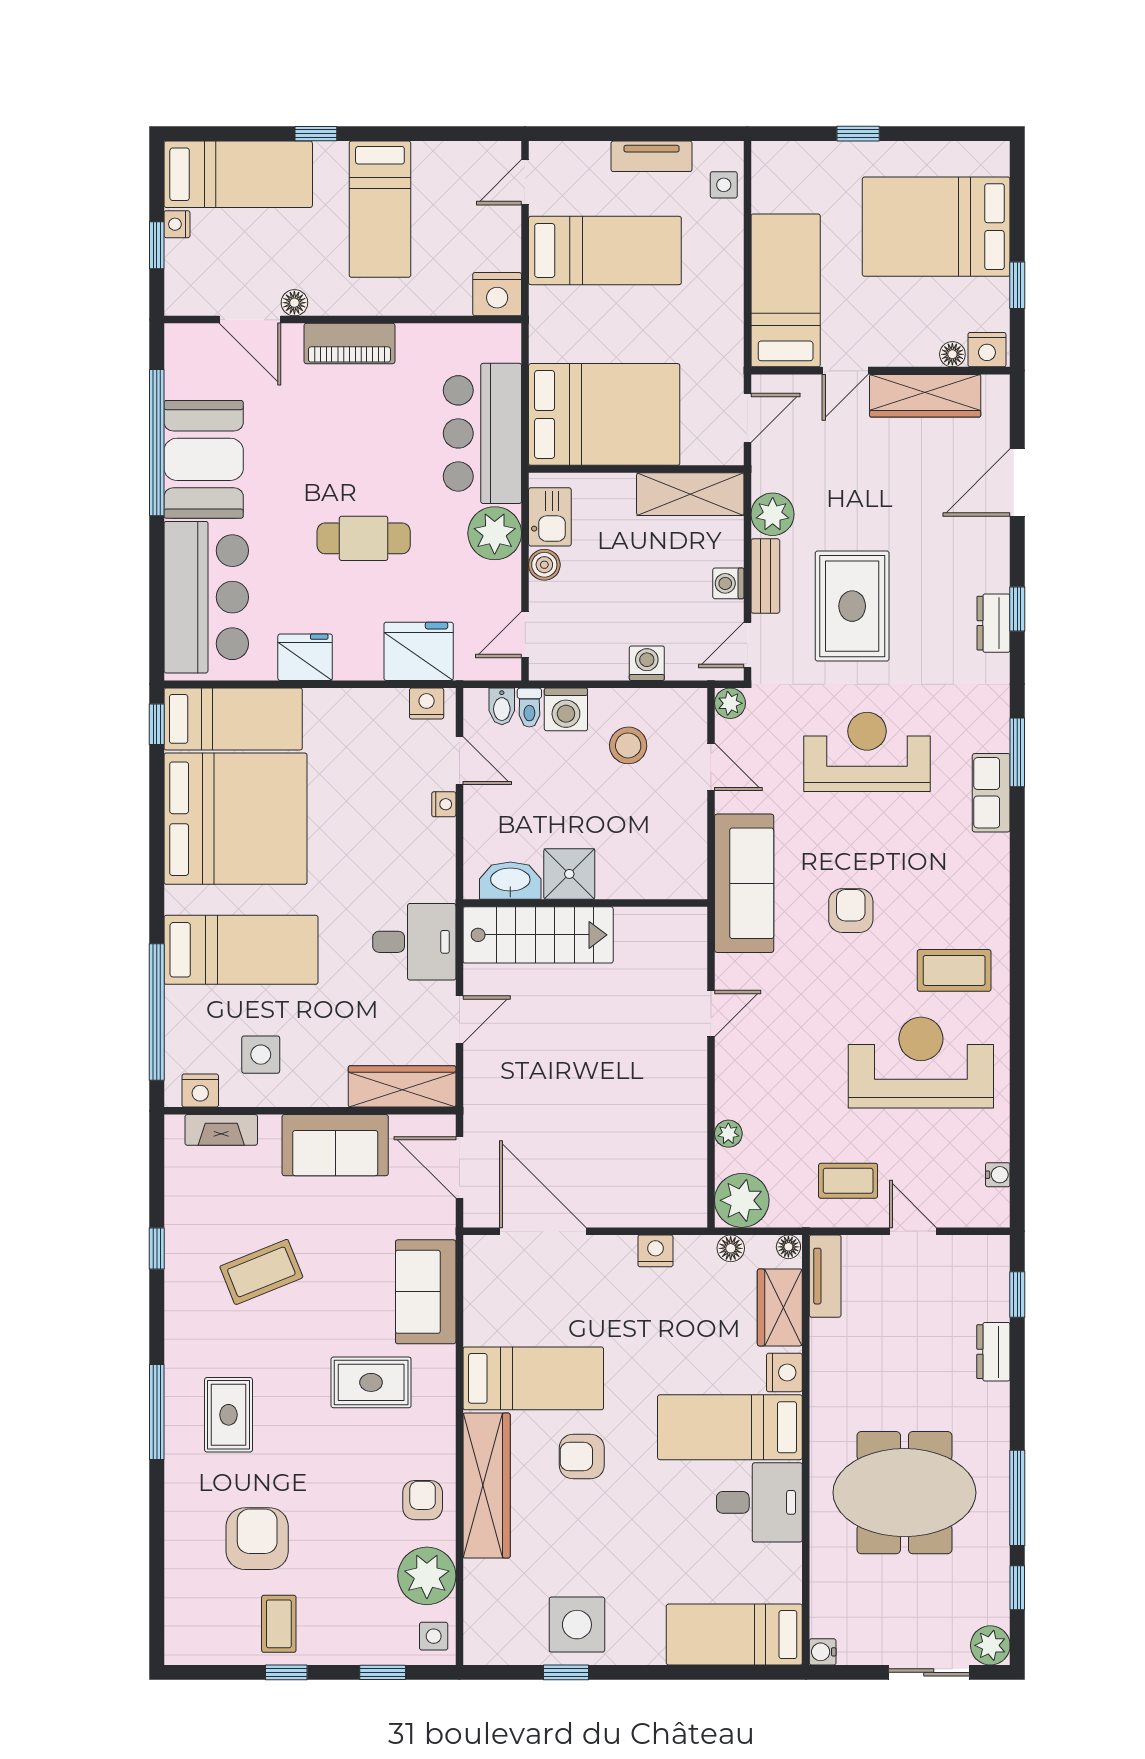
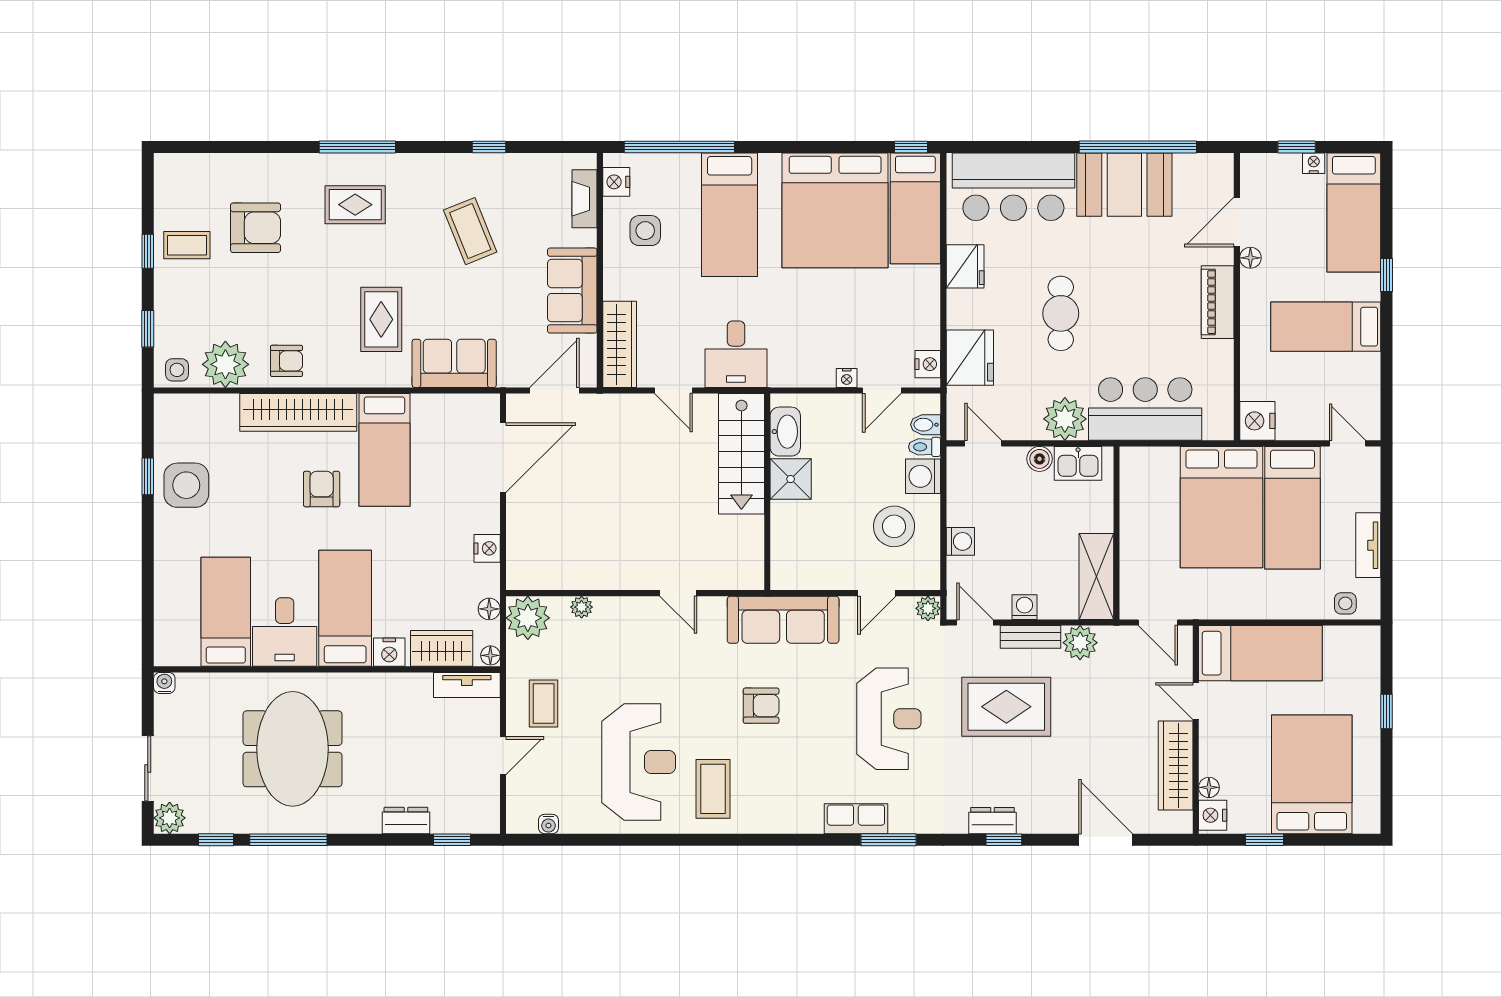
bed: (604, 414) -> (1222, 507), moved
stool: (628, 745) -> (894, 526), width x1.38, depth x1.38
bed: (734, 1635) -> (226, 612), moved

